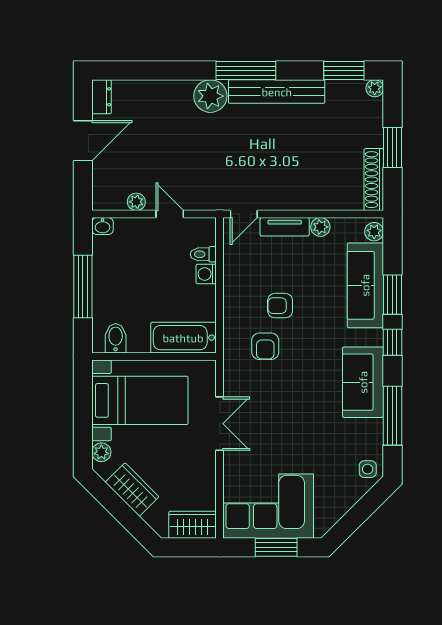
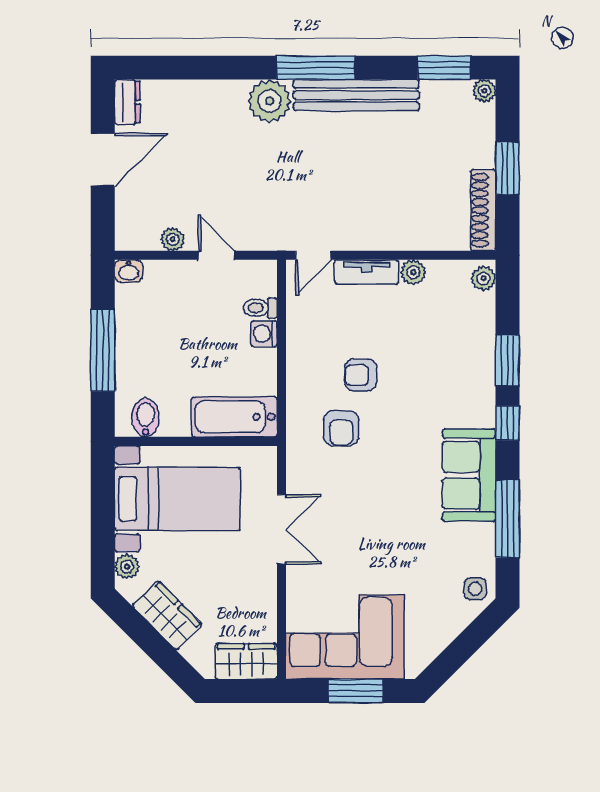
sofa: (365, 285) -> (472, 348), removed

